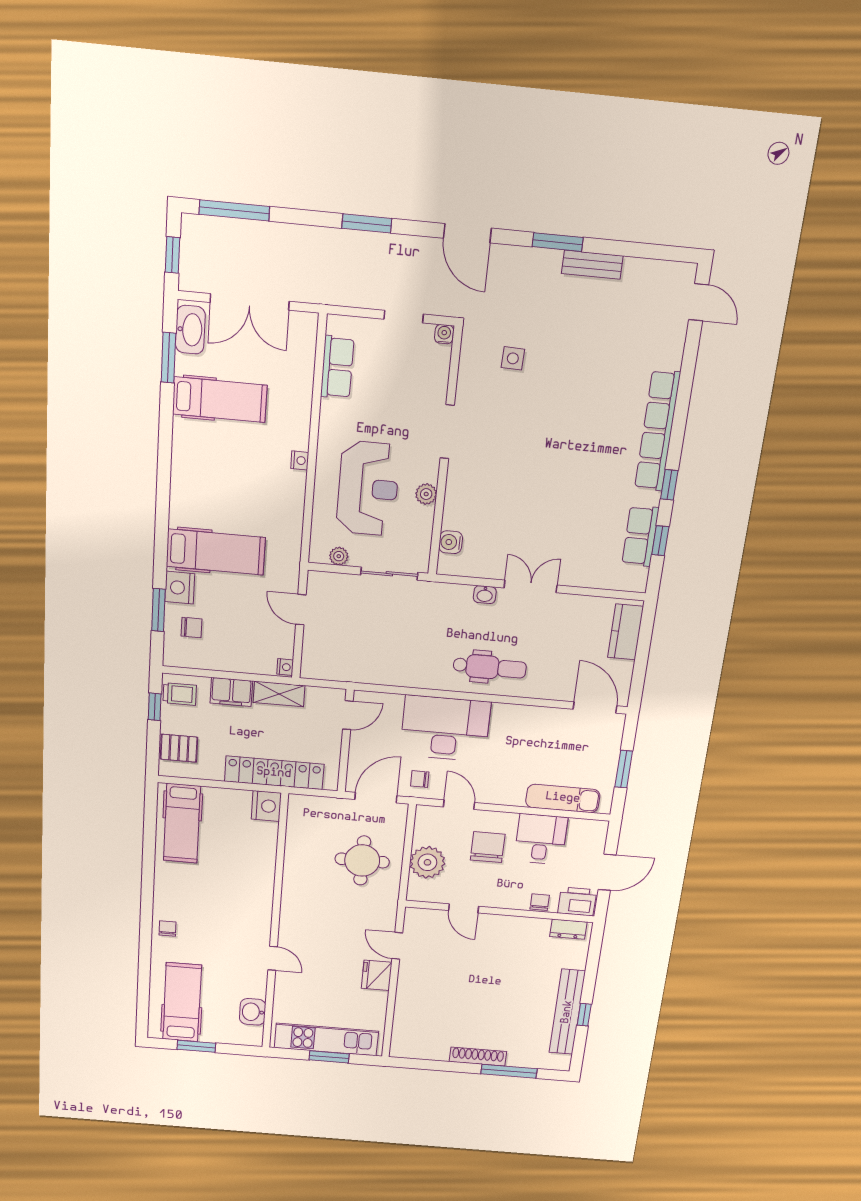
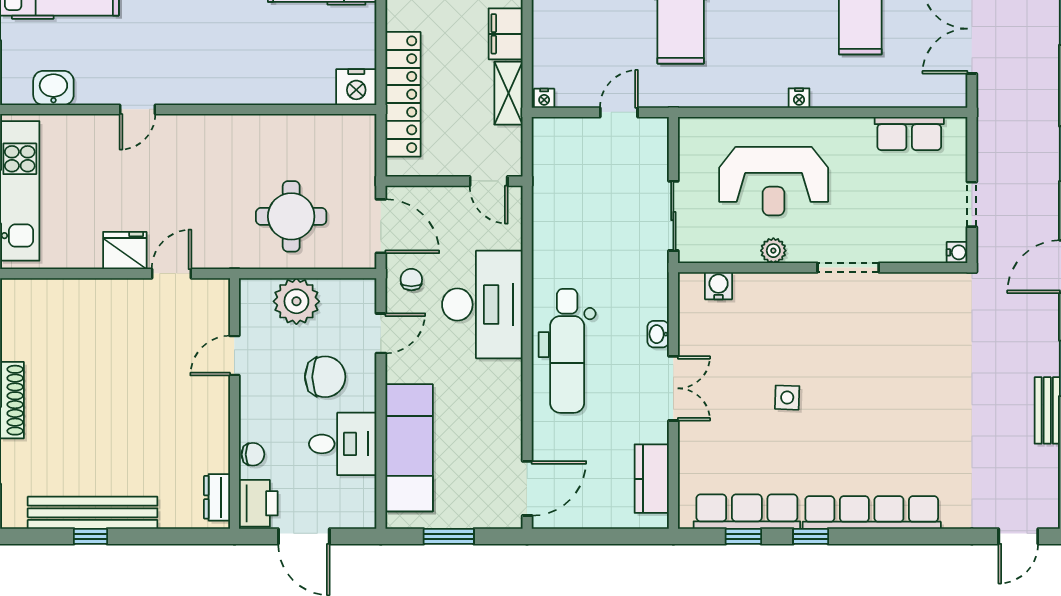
side table: (513, 358) -> (787, 398), moved
row of seats: (640, 536) -> (747, 512), width x1.48
plant: (339, 556) -> (689, 153), removed
kitchen counter: (626, 632) -> (652, 479), moved, turned -90
dental chair: (490, 667) -> (567, 351), width x1.36, depth x1.38
exam couch: (563, 798) -> (409, 448), width x1.36, depth x1.45

